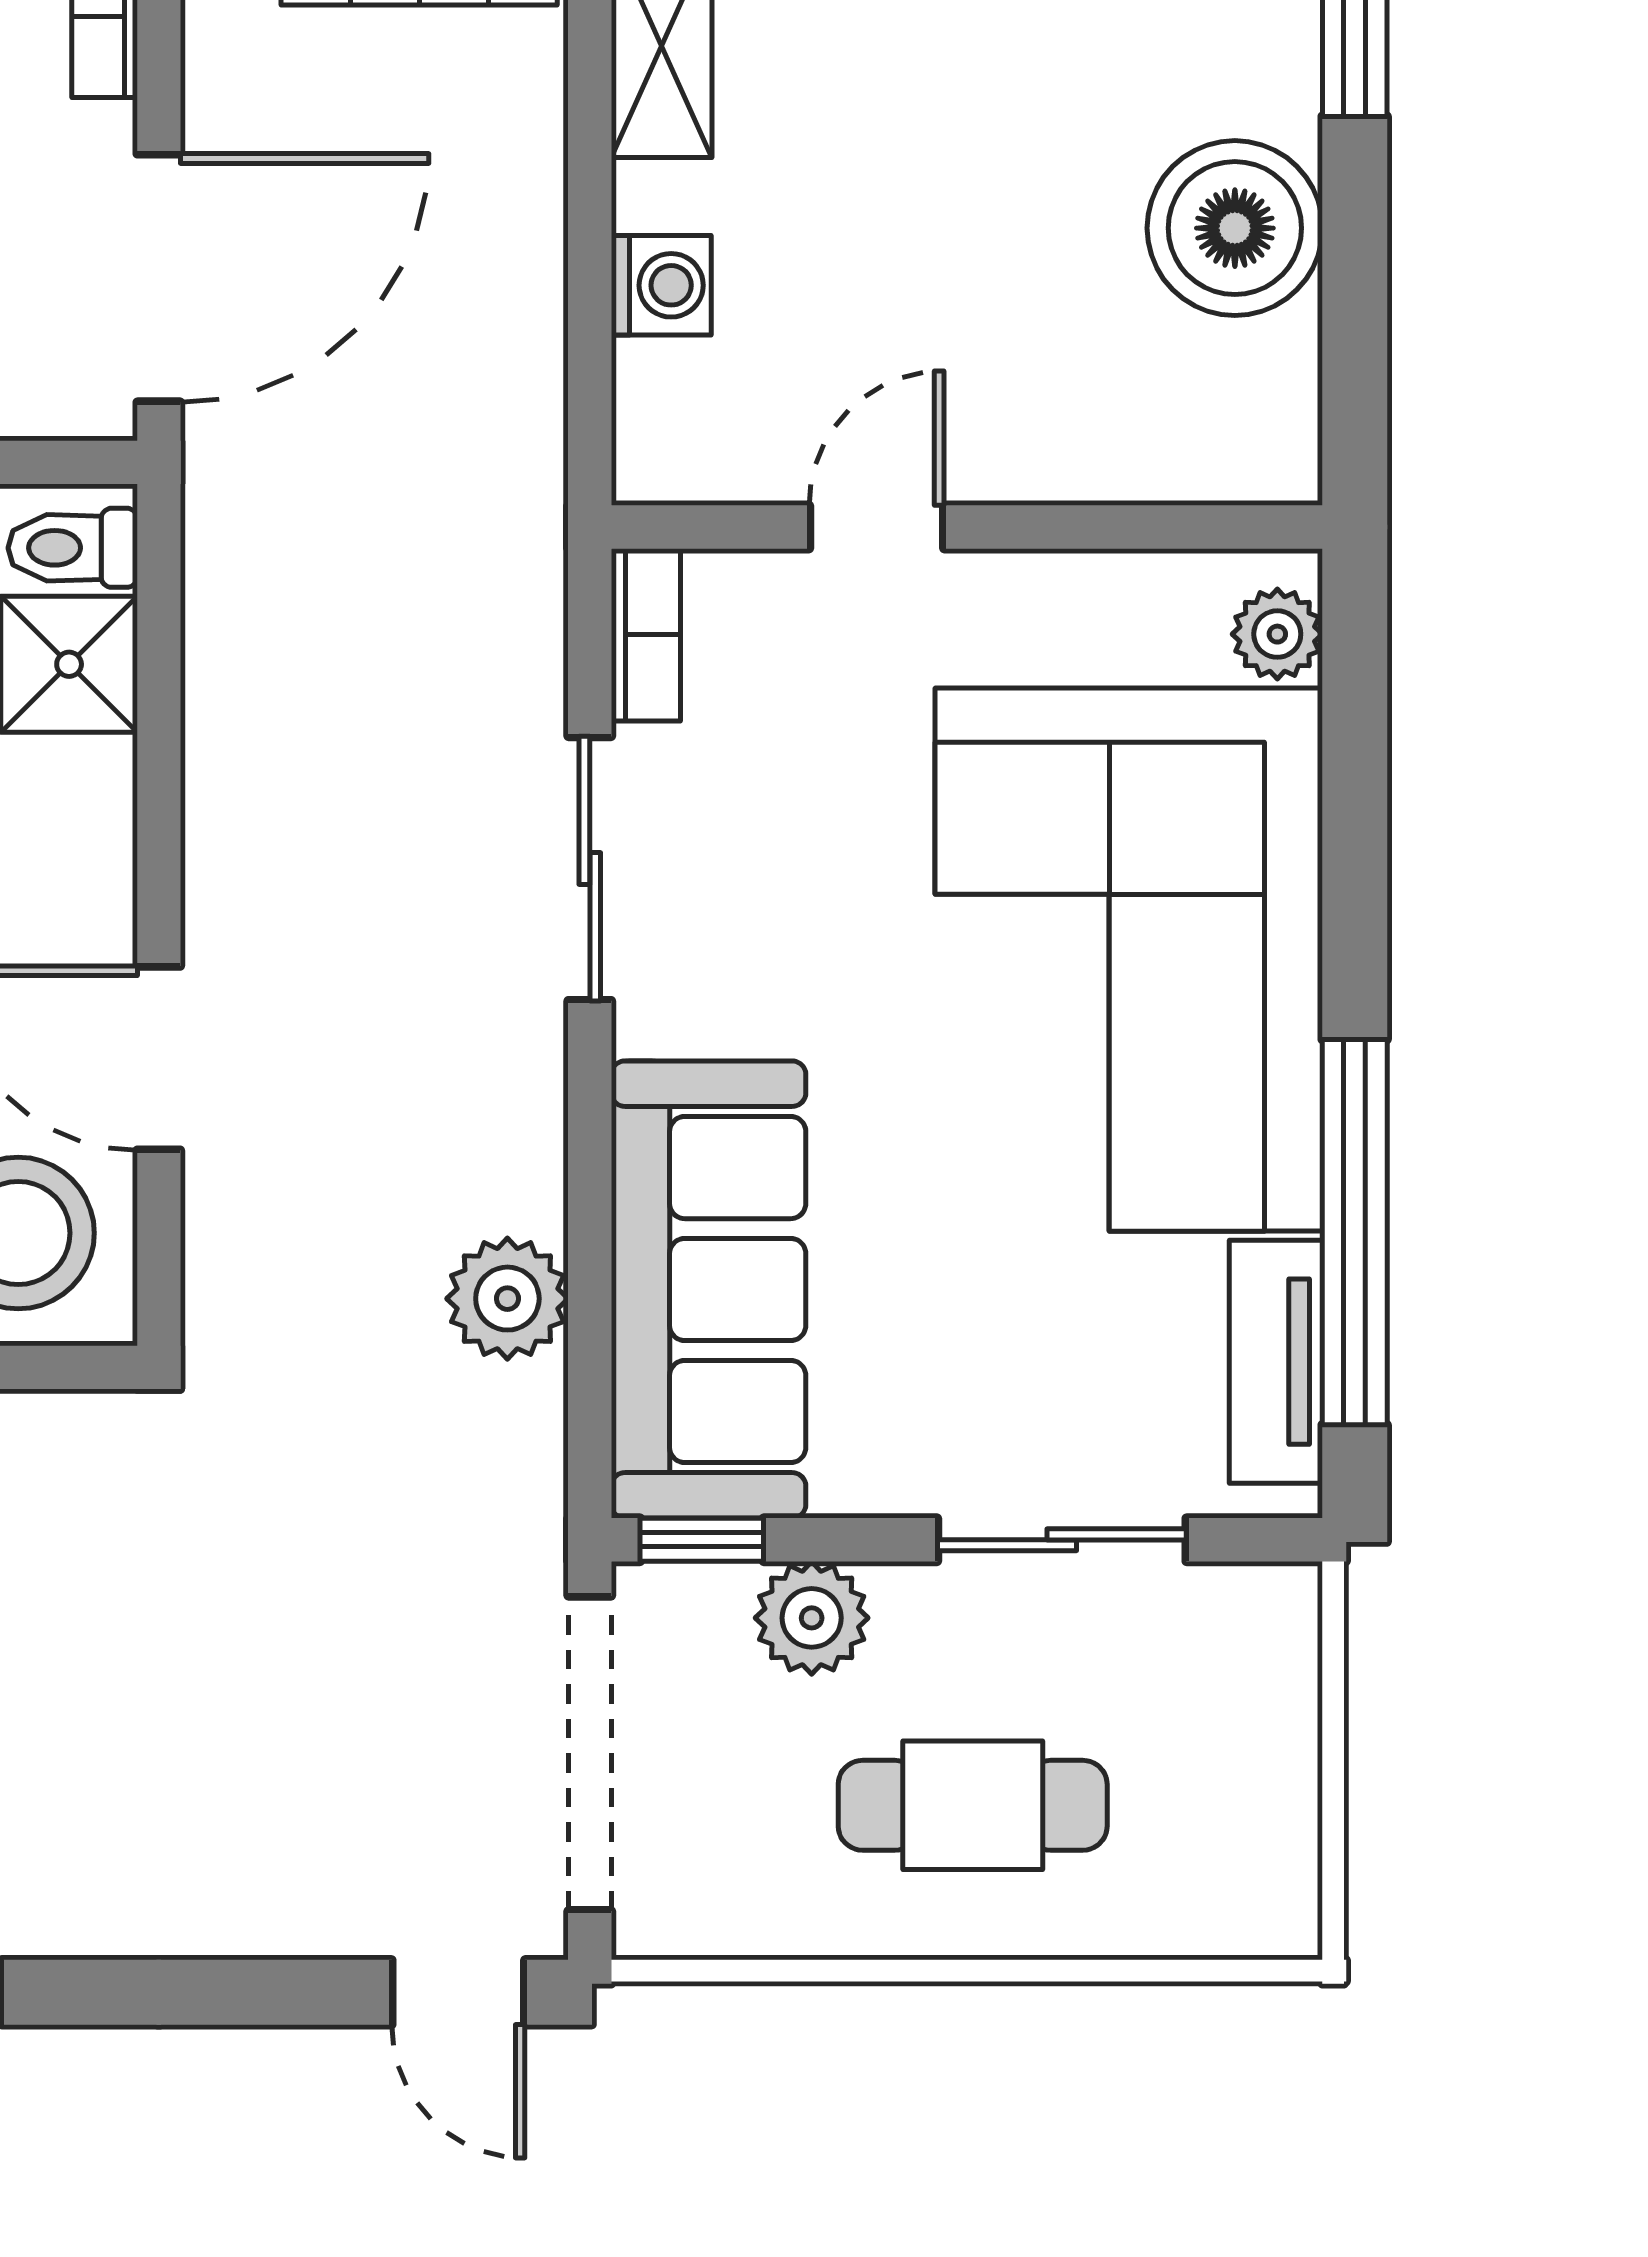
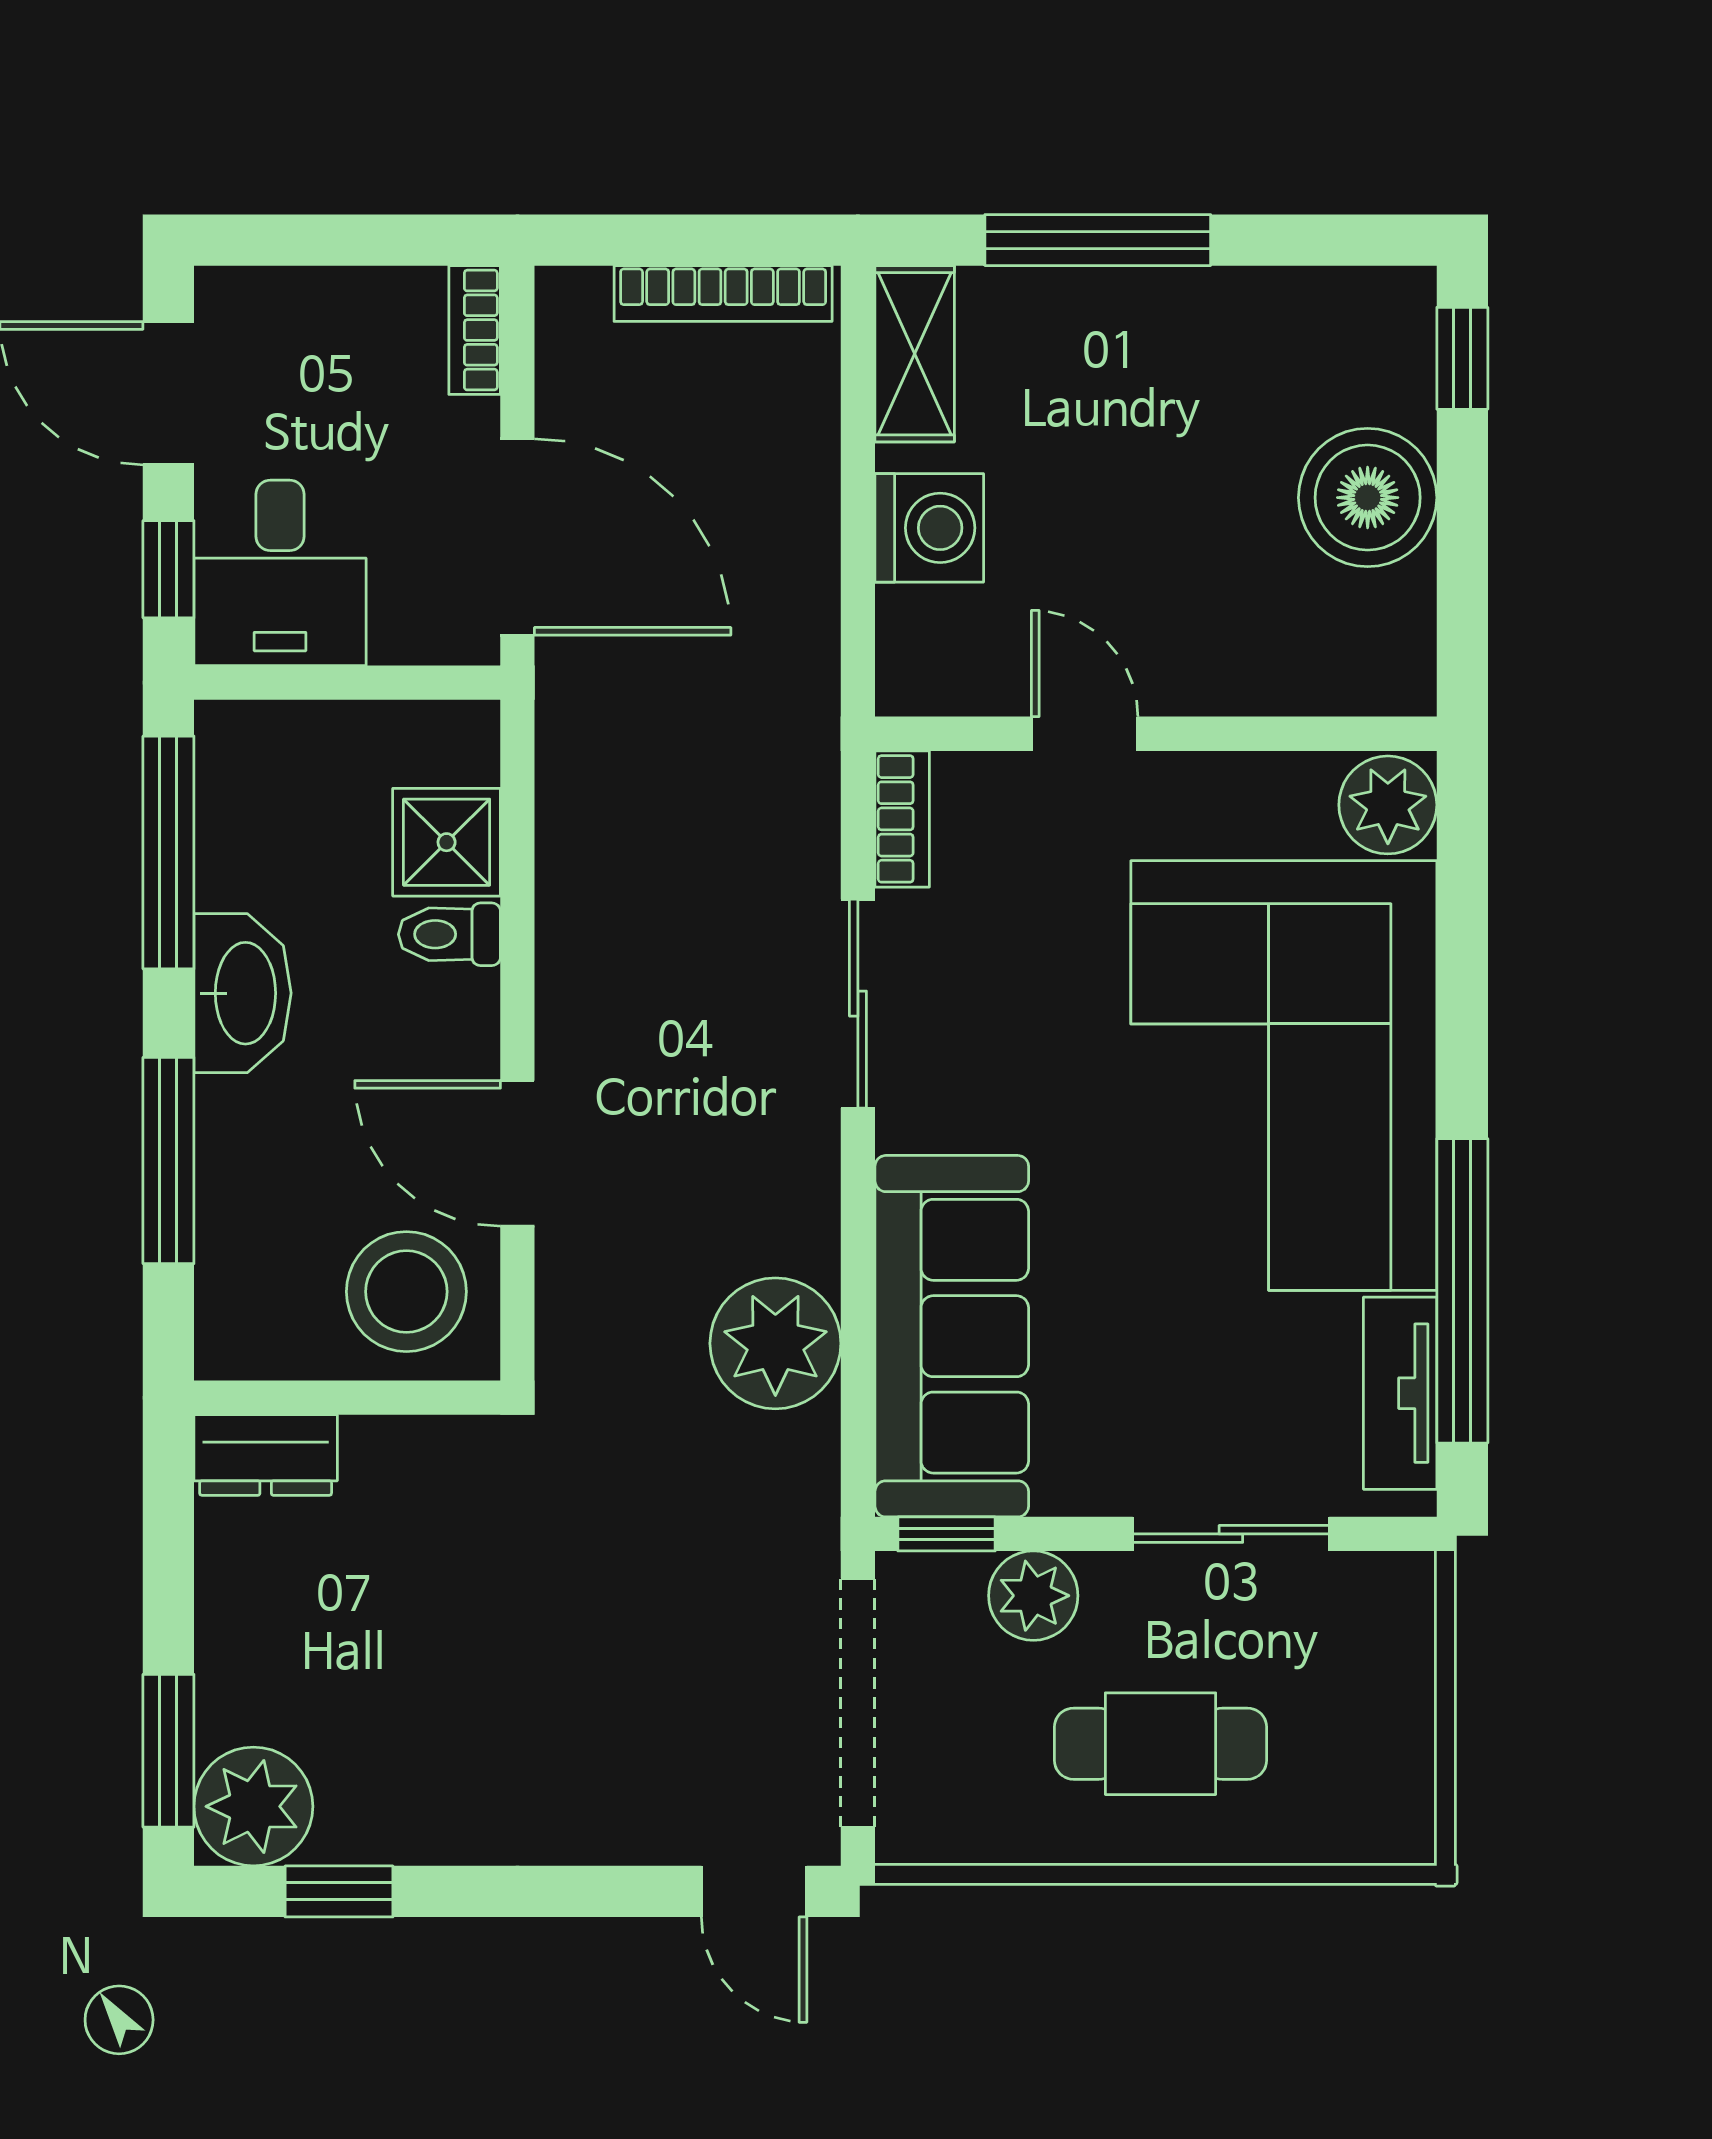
door: (159, 278) -> (517, 537), hinge flipped
washing machine: (661, 285) -> (929, 528), width x1.38, depth x1.38
door: (877, 527) -> (1085, 734), hinge flipped
toilet: (73, 548) -> (449, 934), moved
plant: (1277, 634) -> (1388, 805), width x1.38, depth x1.38
plant: (507, 1299) -> (775, 1343), width x1.36, depth x1.36

